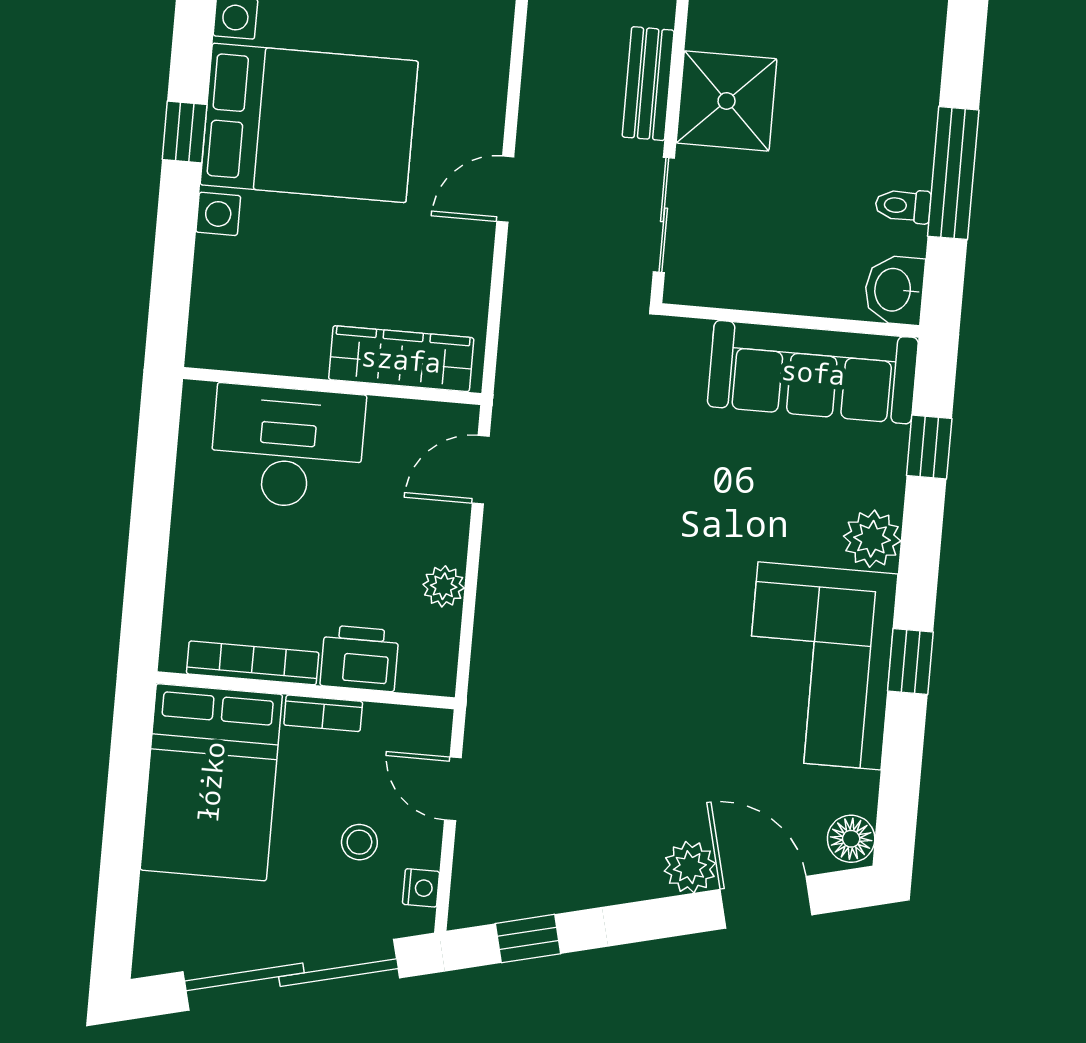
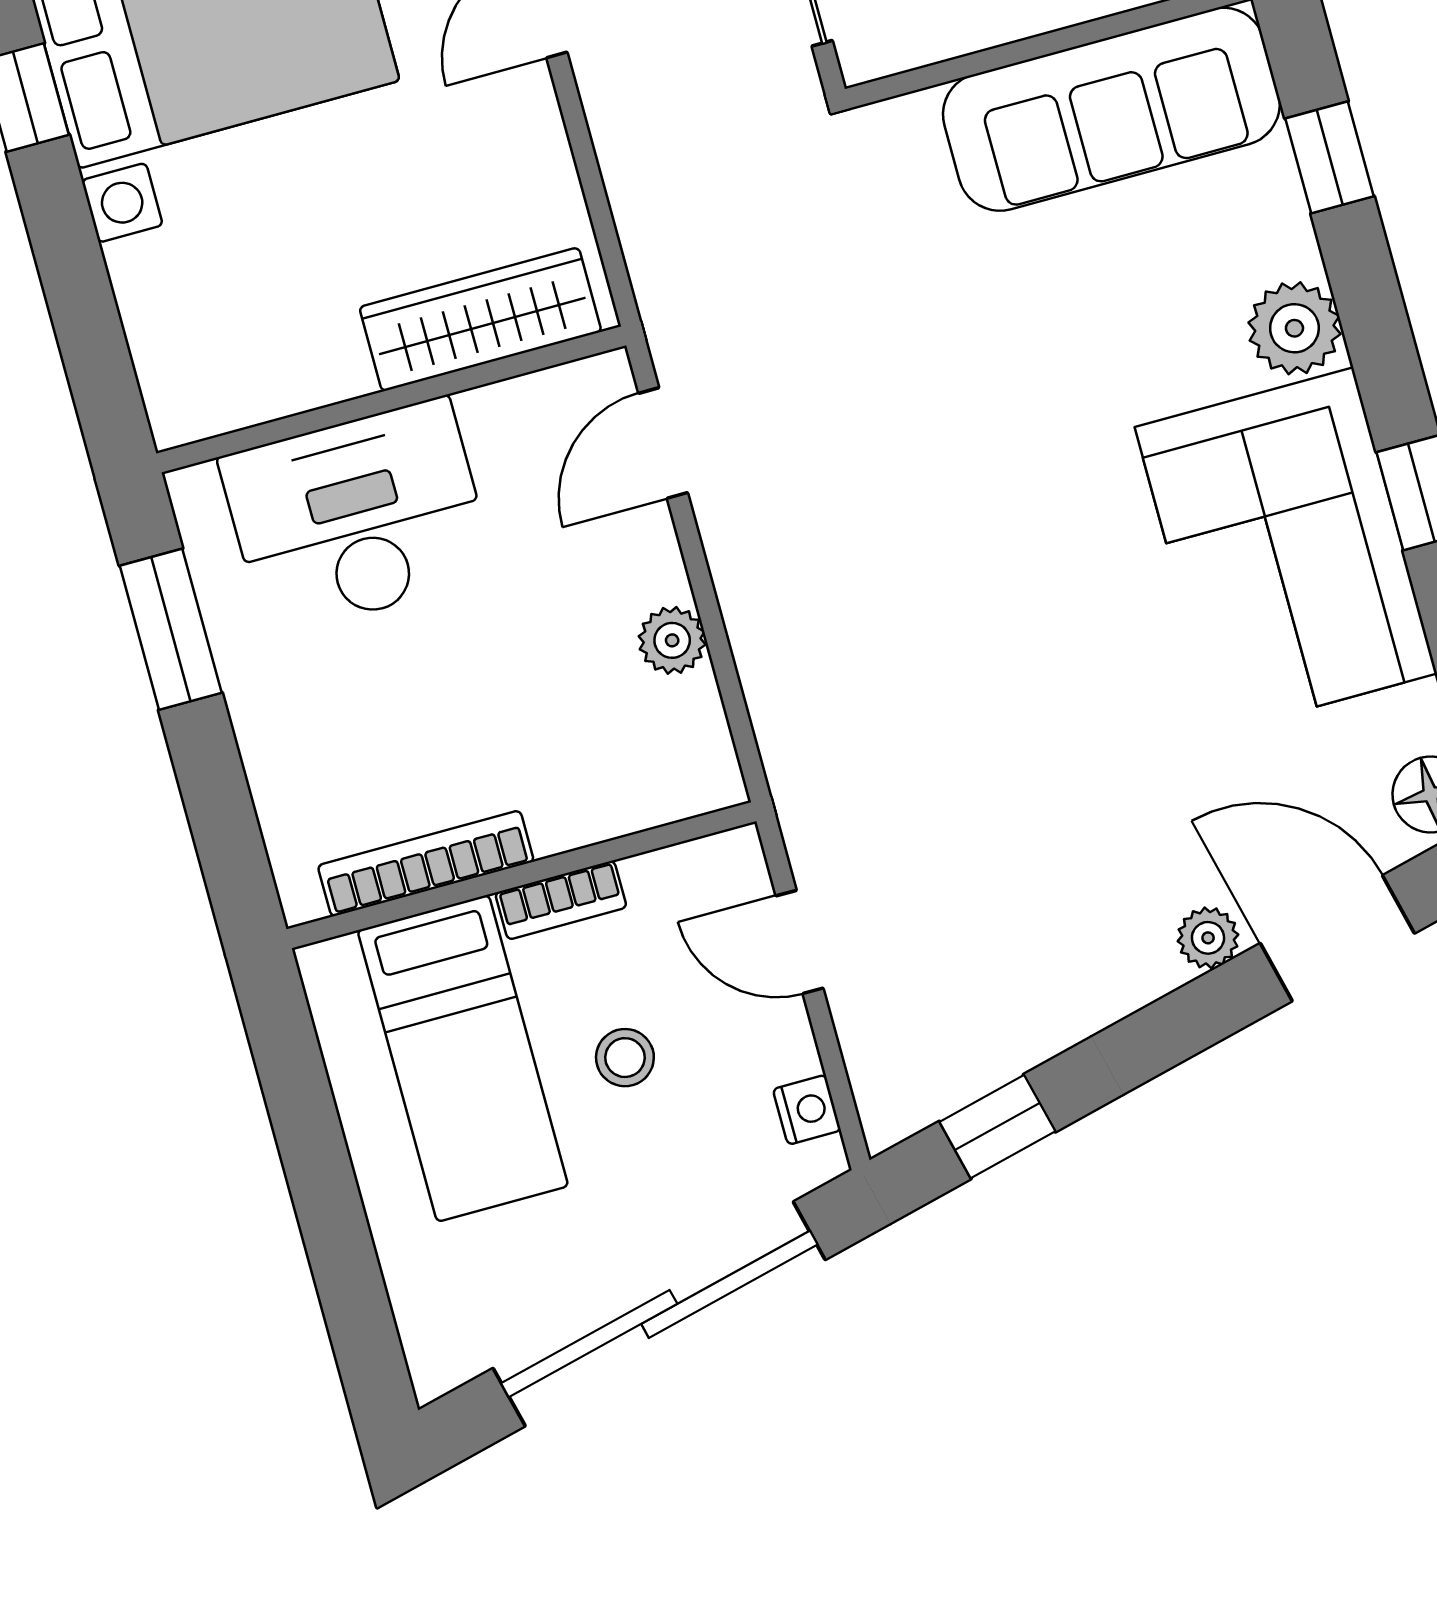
window: (155, 472) -> (171, 629), added
printer: (360, 658) -> (585, 796), removed
bed: (211, 782) -> (463, 1058), width x0.67
stool: (359, 842) -> (625, 1058), moved
plant: (690, 867) -> (1208, 938), width x0.73, depth x0.73

